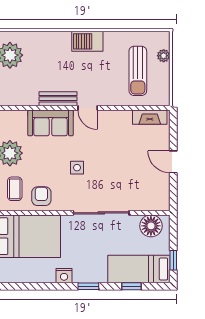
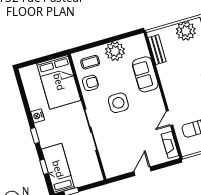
bench: (58, 99) -> (157, 50), moved
door: (88, 108) -> (170, 118), moved
side table: (77, 168) -> (118, 103), width x1.87, depth x1.87
floor lamp: (151, 226) -> (92, 168), removed

